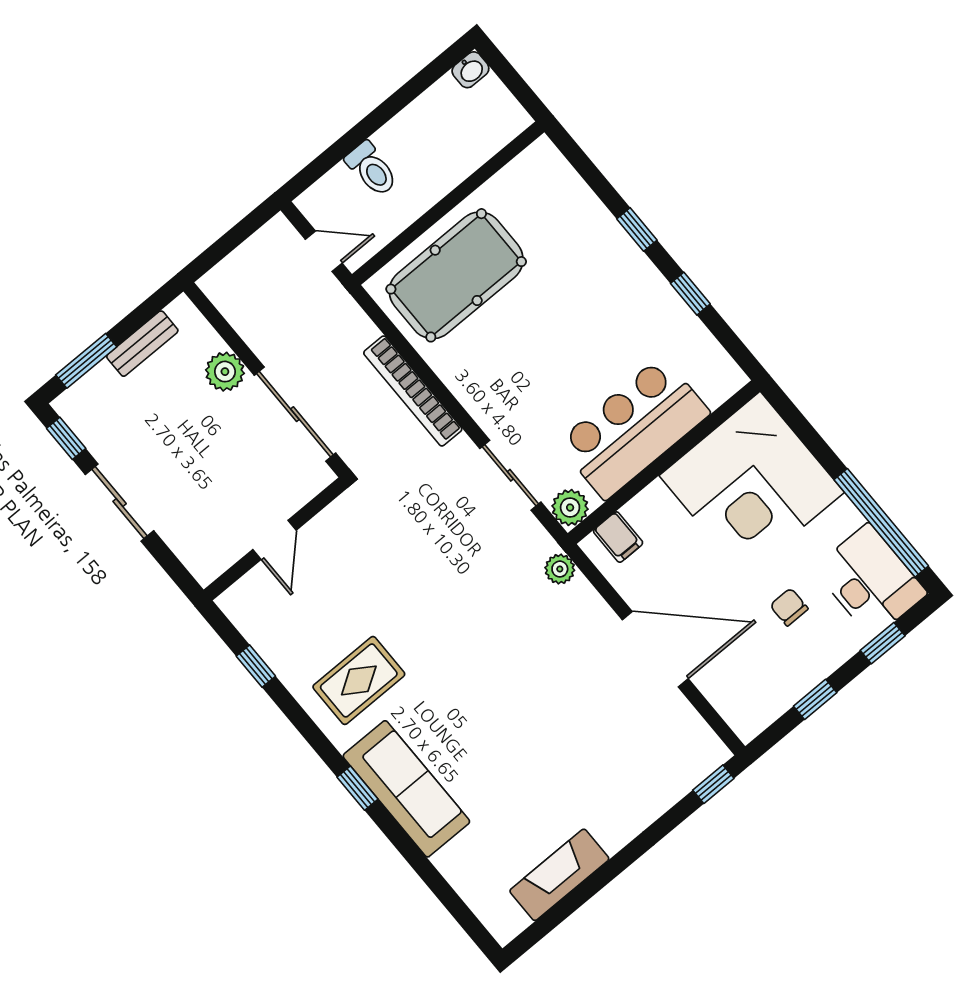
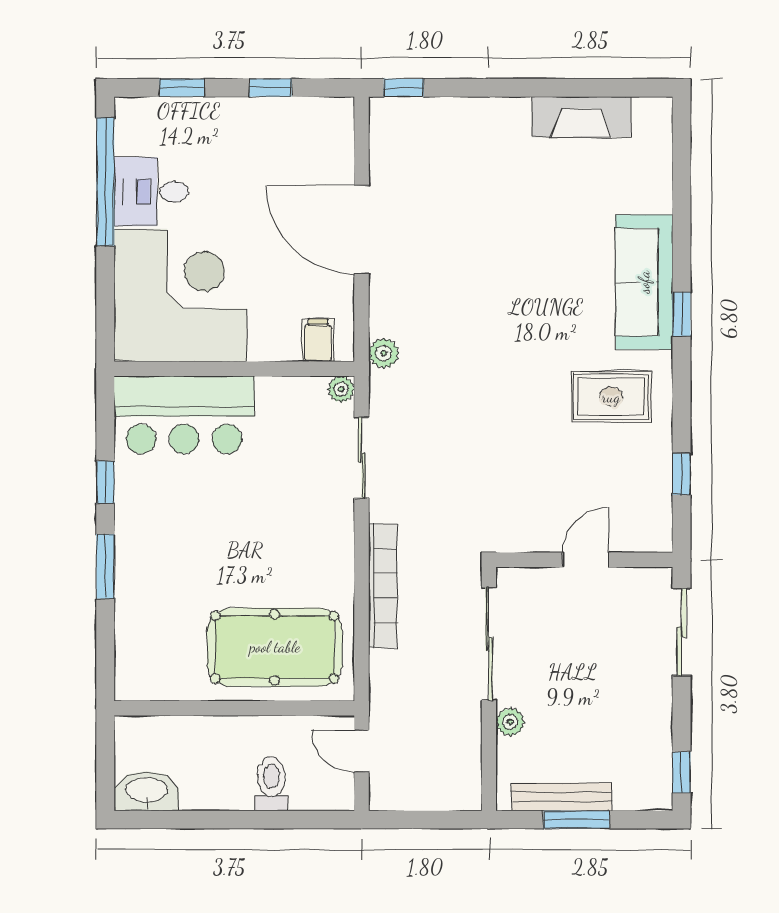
washbasin: (470, 70) -> (146, 791), width x1.91, depth x1.45
window: (637, 229) -> (105, 566), width x1.50
bench: (142, 344) -> (561, 797), width x1.36
window: (86, 361) -> (577, 820), moved
plant: (225, 372) -> (510, 722), width x0.73, depth x0.73
bar counter: (634, 428) -> (184, 415), moved
sliding door: (120, 503) -> (682, 632), moved
plant: (570, 508) -> (341, 389), width x0.73, depth x0.73
desk: (870, 581) -> (151, 192), moved, width x0.73
chair: (789, 607) -> (231, 176), removed

